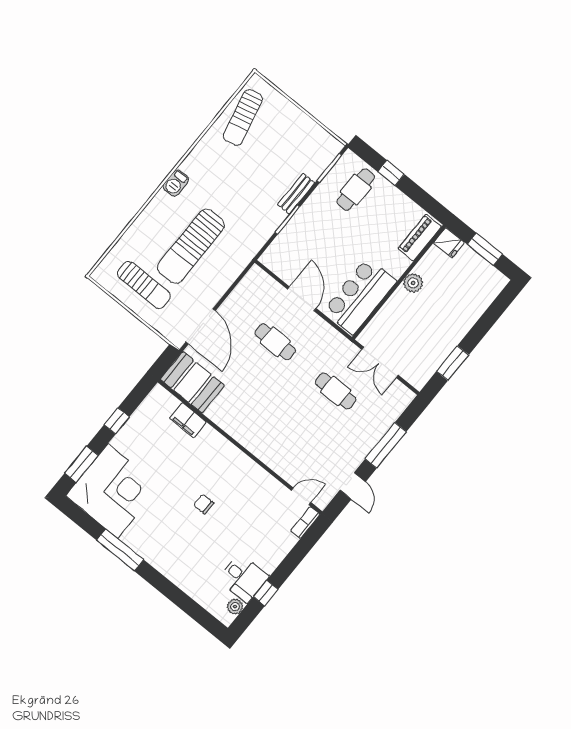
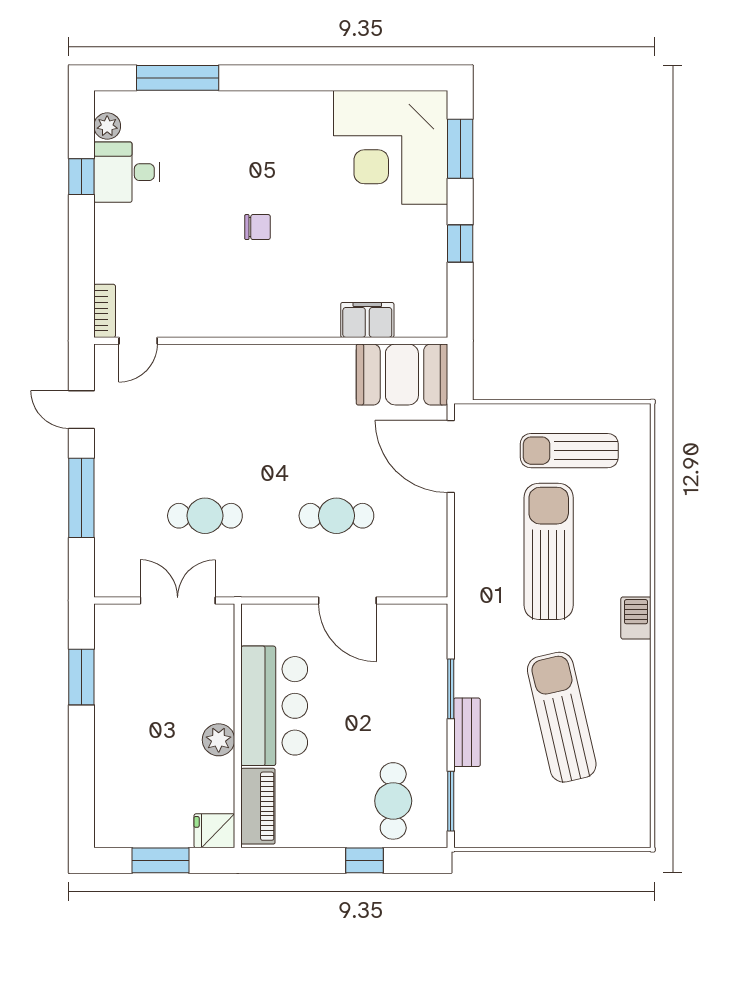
sun lounger: (243, 117) -> (562, 717), moved, width x1.36, depth x1.34
bar counter: (360, 296) -> (274, 706), moved
window: (120, 550) -> (178, 78), moved

